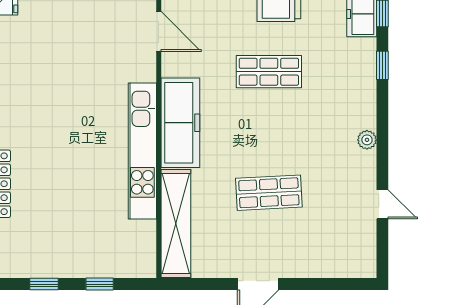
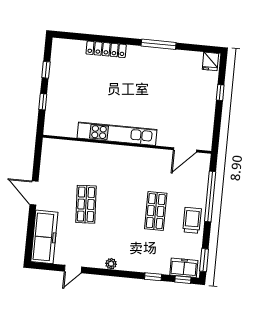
freezer: (180, 123) -> (44, 237), moved, turned -90
shelving: (176, 224) -> (73, 149), removed

